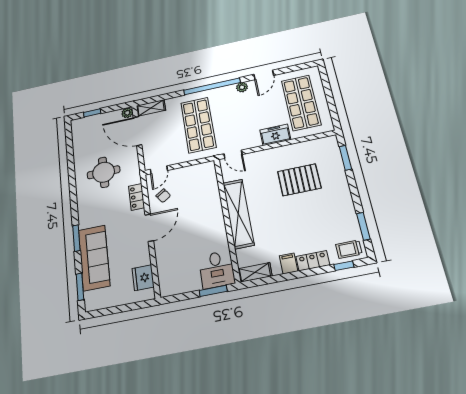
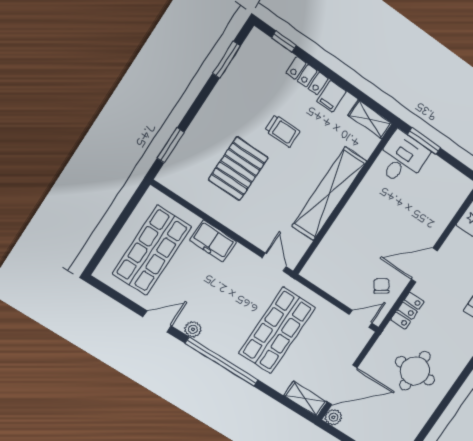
door: (137, 131) -> (342, 385), hinge flipped
pallet: (299, 180) -> (238, 169), turned 90
trolley: (349, 249) -> (282, 131), moved

